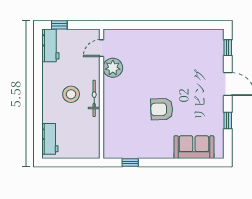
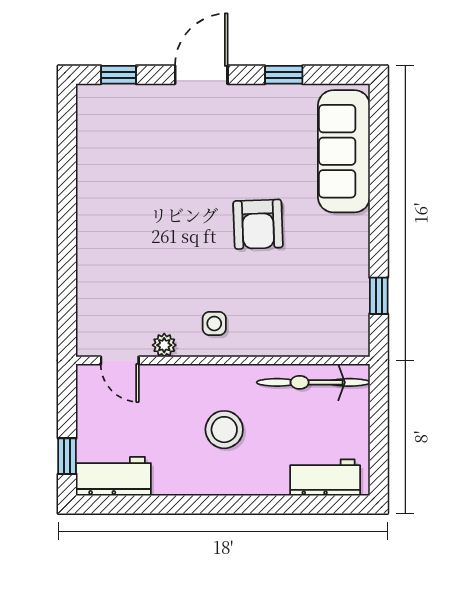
plant: (113, 68) -> (164, 345), width x0.53, depth x0.53
side table: (118, 90) -> (214, 324), added
bicycle: (94, 98) -> (313, 382), moved, width x1.37, depth x1.40
sofa: (194, 147) -> (344, 151), width x1.36

